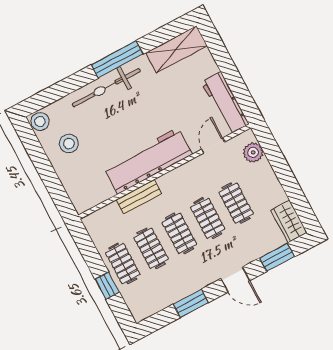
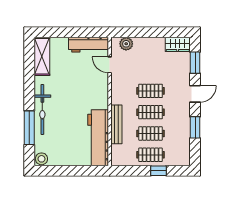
window: (117, 59) -> (29, 128), moved
stool: (69, 144) -> (63, 149), removed
workbench: (148, 161) -> (98, 138), moved
bench: (139, 197) -> (116, 124), width x1.36
clothes rail: (236, 203) -> (151, 70), removed

